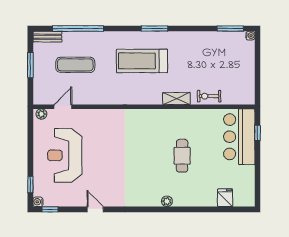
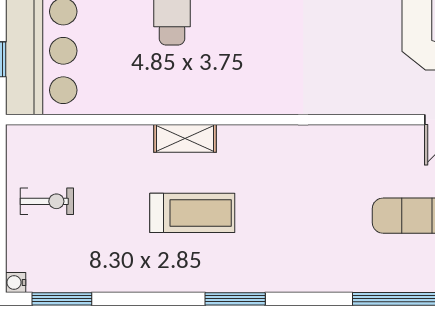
treadmill: (142, 61) -> (192, 213), moved, width x0.73, depth x0.73
exercise bike: (209, 96) -> (47, 201), moved

